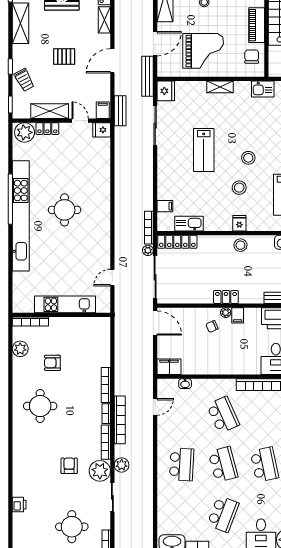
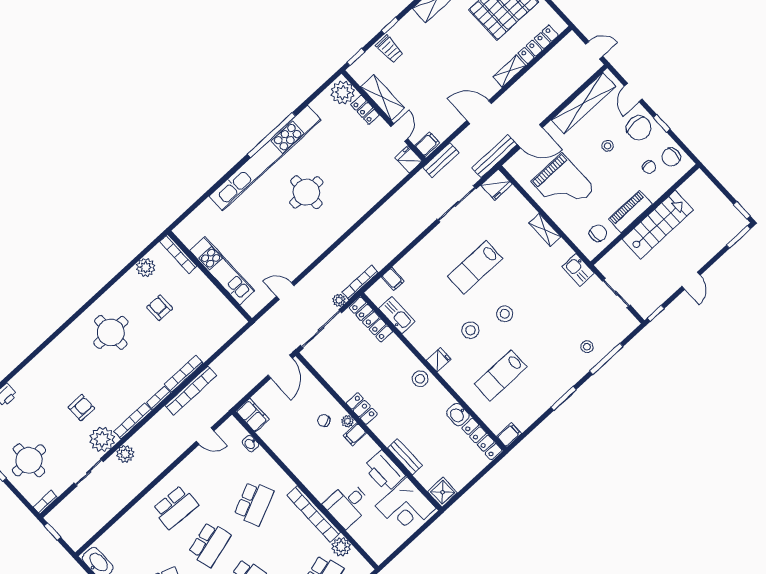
pallet: (64, 57) -> (443, 65), removed
trolley: (24, 80) -> (389, 49), turned -62
bookcase: (120, 420) -> (191, 390), moved

